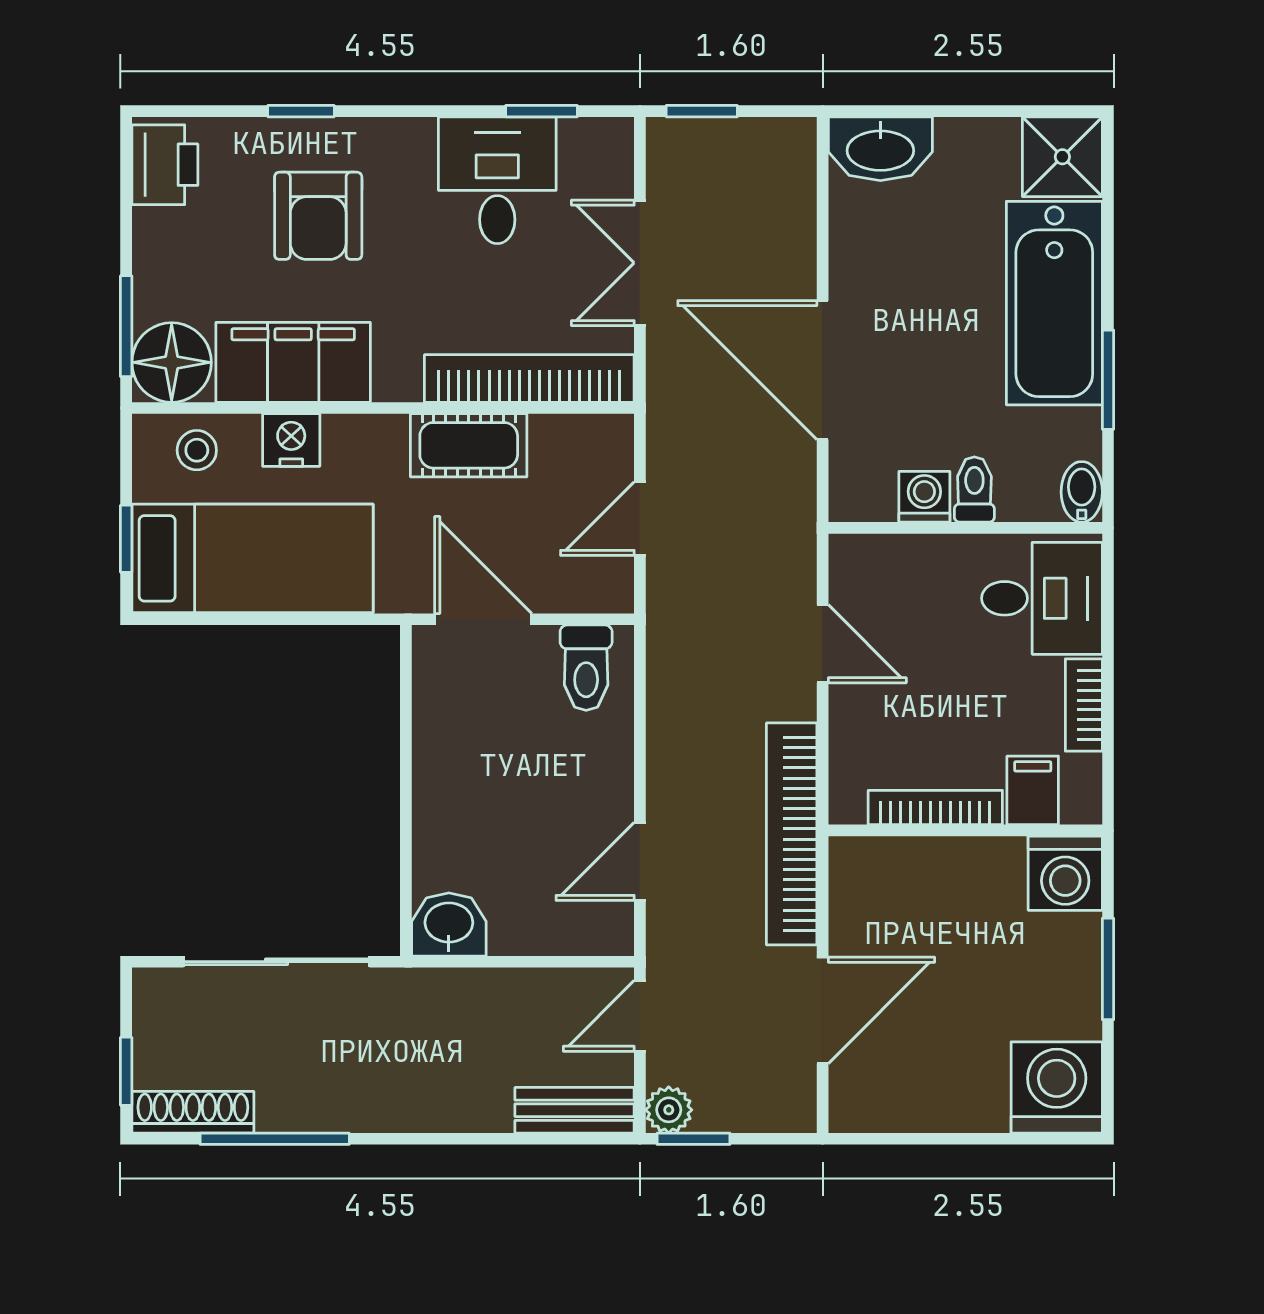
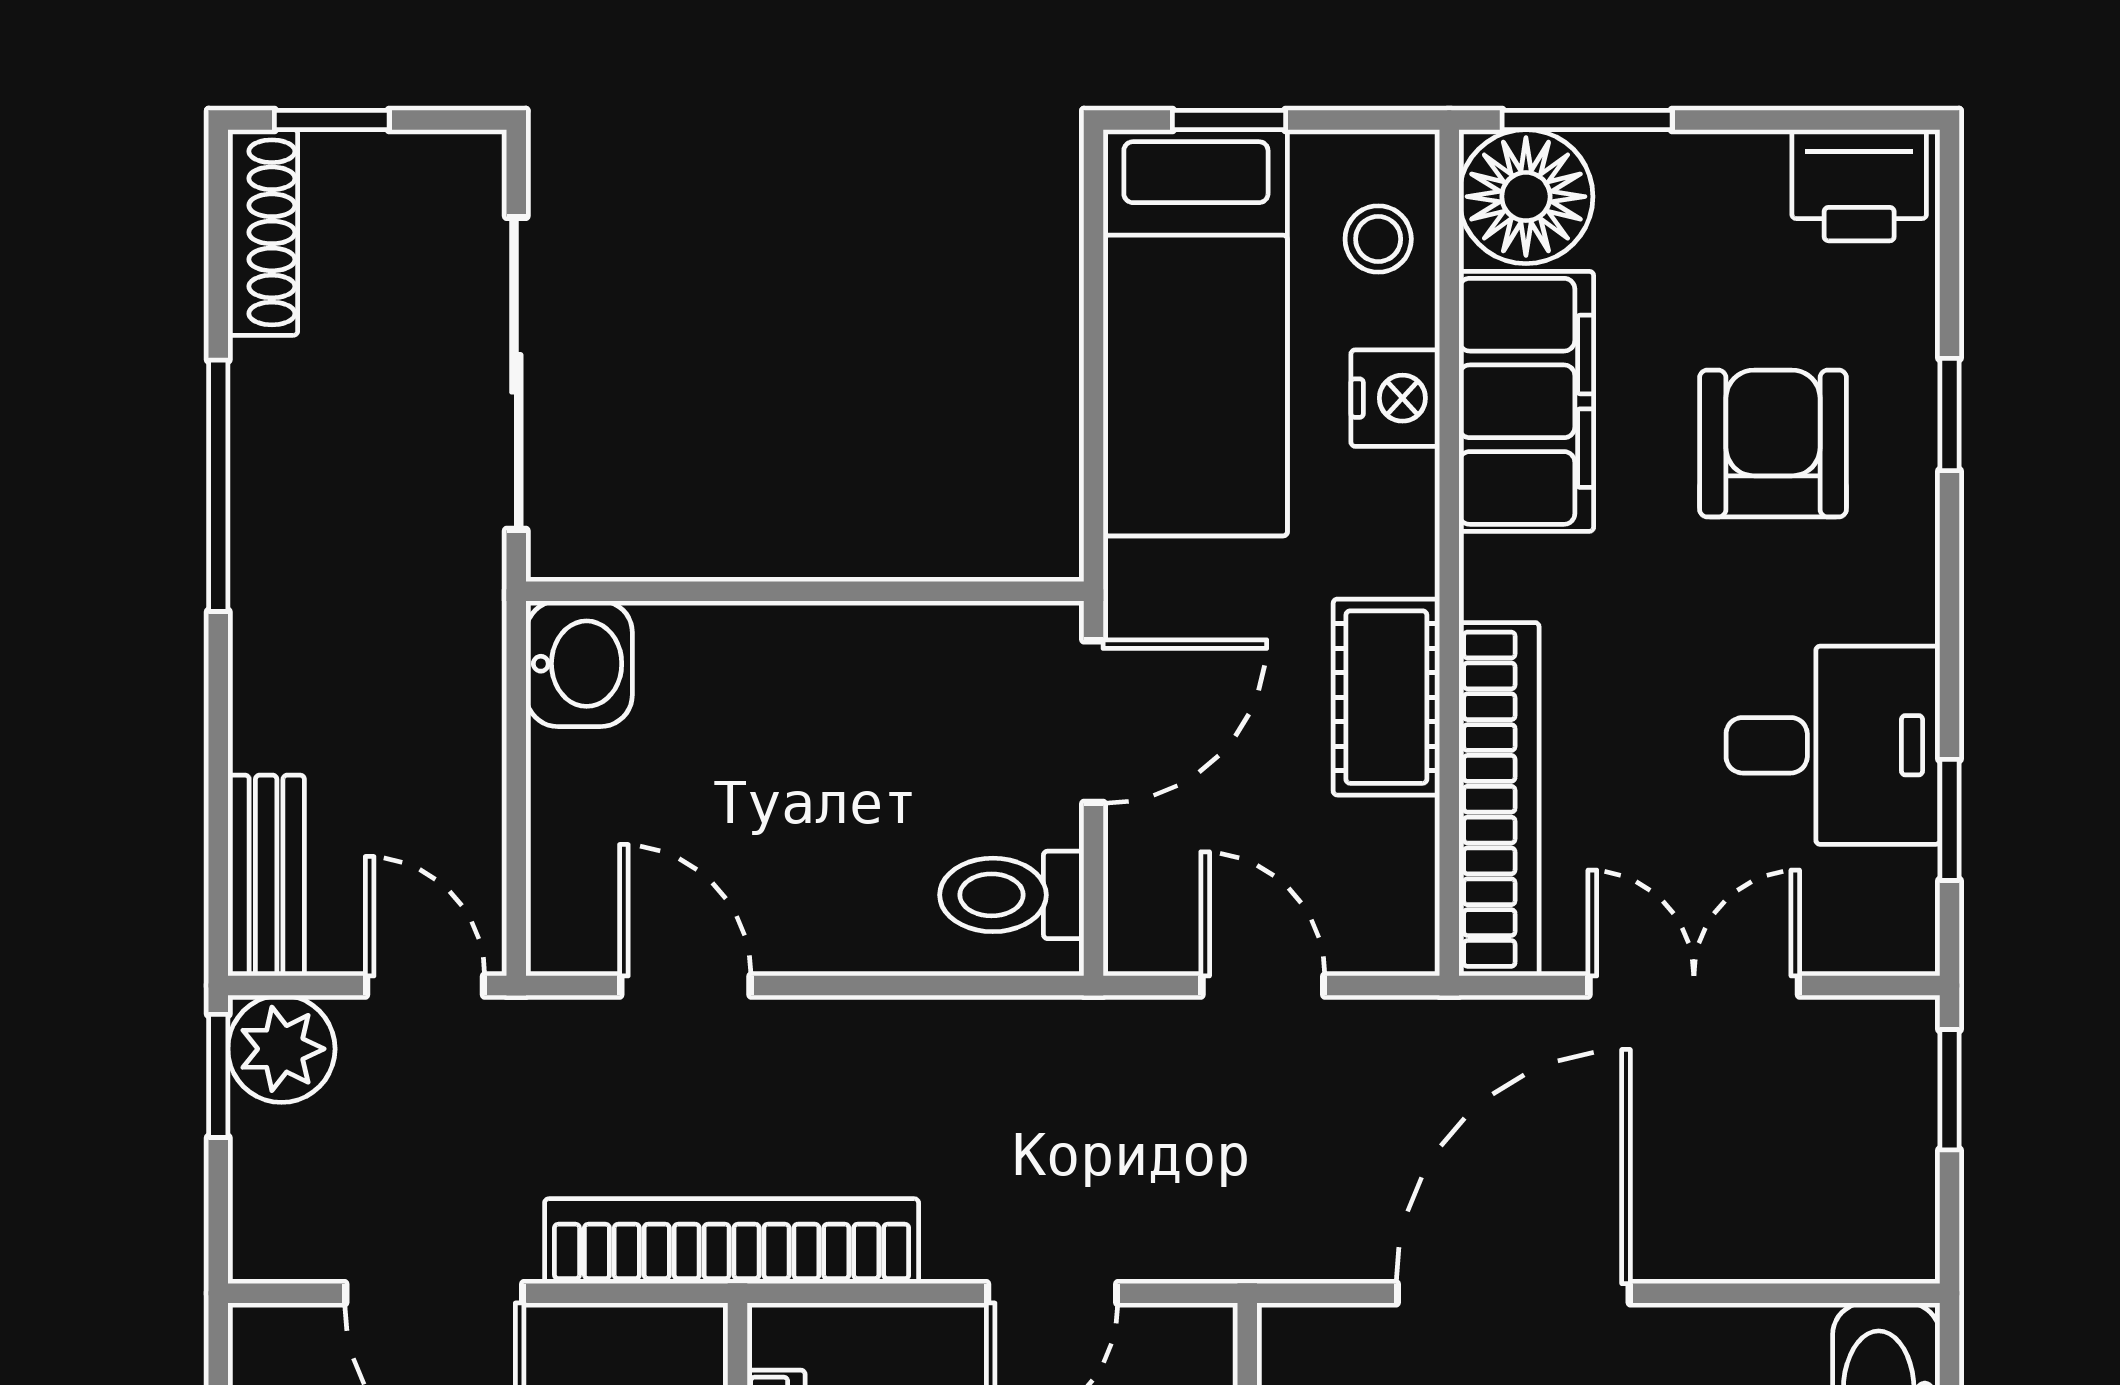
armchair: (318, 216) -> (1773, 444), turned 90
plant: (669, 1110) -> (281, 1049), width x1.38, depth x1.38
window: (275, 1139) -> (218, 486), moved

